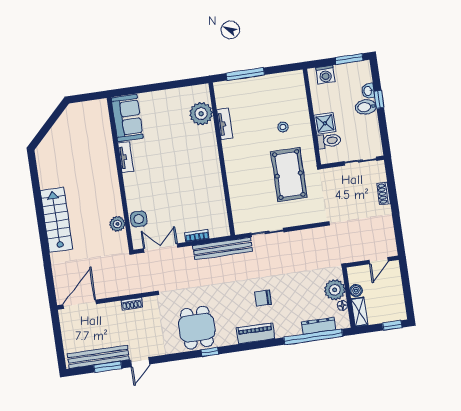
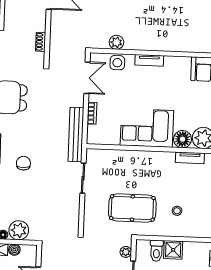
floor lamp: (206, 135) -> (182, 139), added
tv unit: (126, 157) -> (149, 60), moved
plant: (336, 173) -> (126, 252), added
corner sofa: (202, 175) -> (147, 128), added

